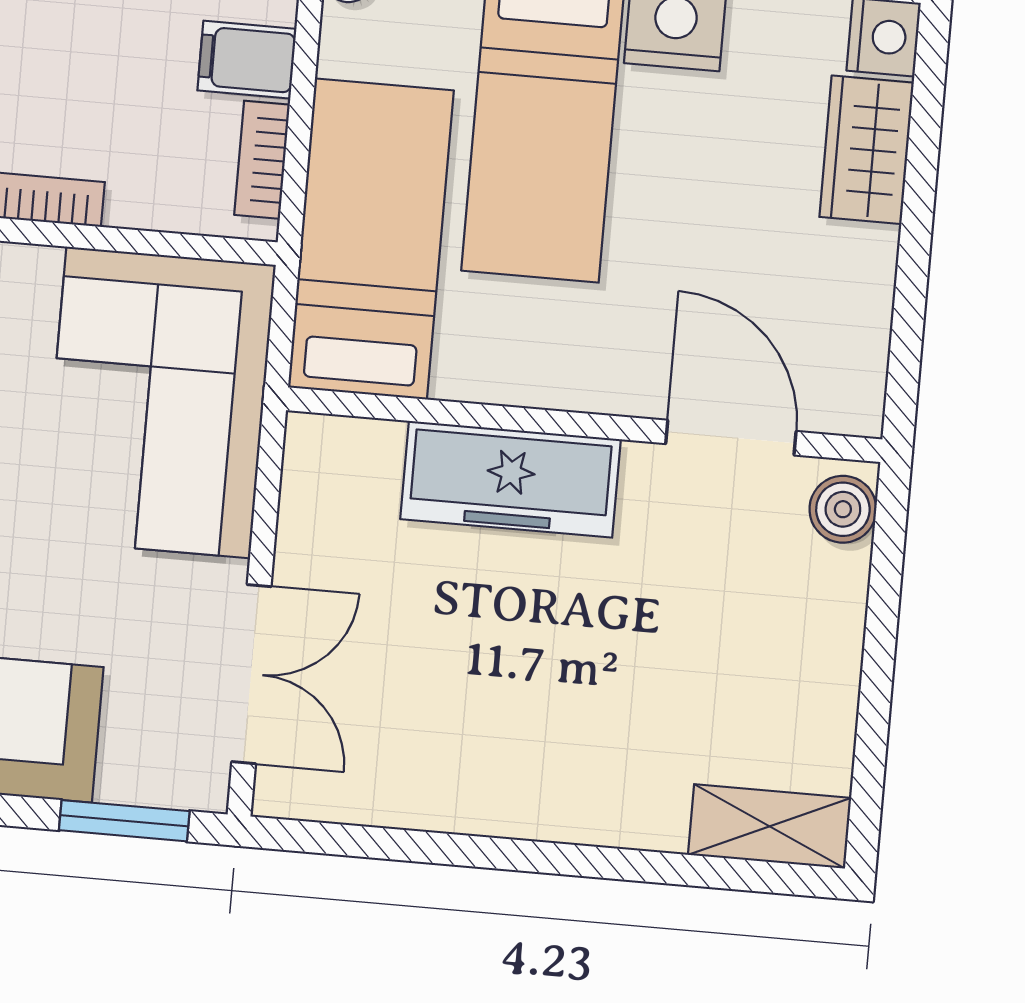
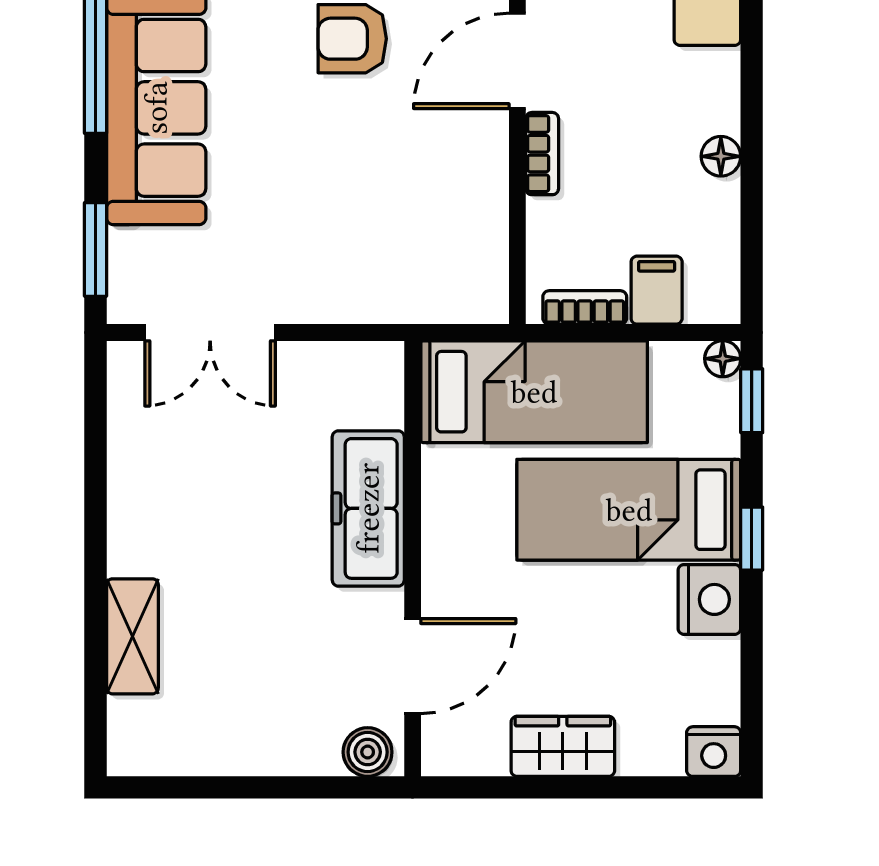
wardrobe: (867, 150) -> (563, 746), moved
corner sofa: (158, 403) -> (402, 248), removed
shelving: (770, 826) -> (132, 636), moved

